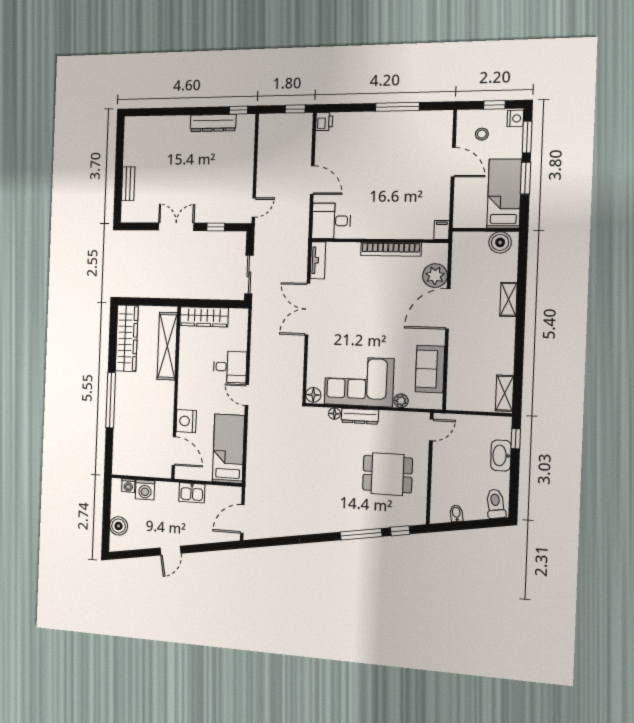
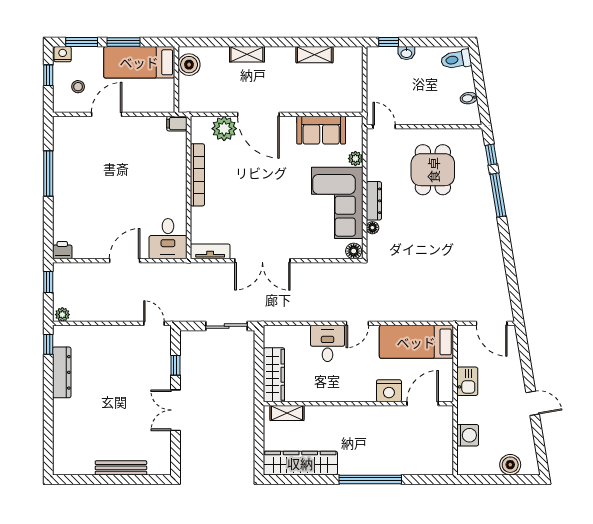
plant: (265, 123) -> (62, 315), added
bench: (128, 184) -> (121, 468), width x1.36
shelving: (167, 346) -> (287, 413), width x0.45, depth x0.75
shelving: (505, 393) -> (314, 55), moved
washbasin: (501, 456) -> (406, 53), width x0.52, depth x0.69
washing machine: (128, 486) -> (464, 455), removed

